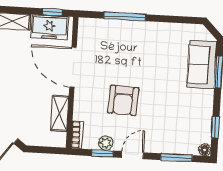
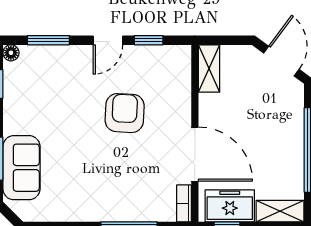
shelving: (60, 113) -> (209, 68), moved
bookcase: (77, 135) -> (184, 203), moved
plant: (106, 143) -> (145, 54), removed

